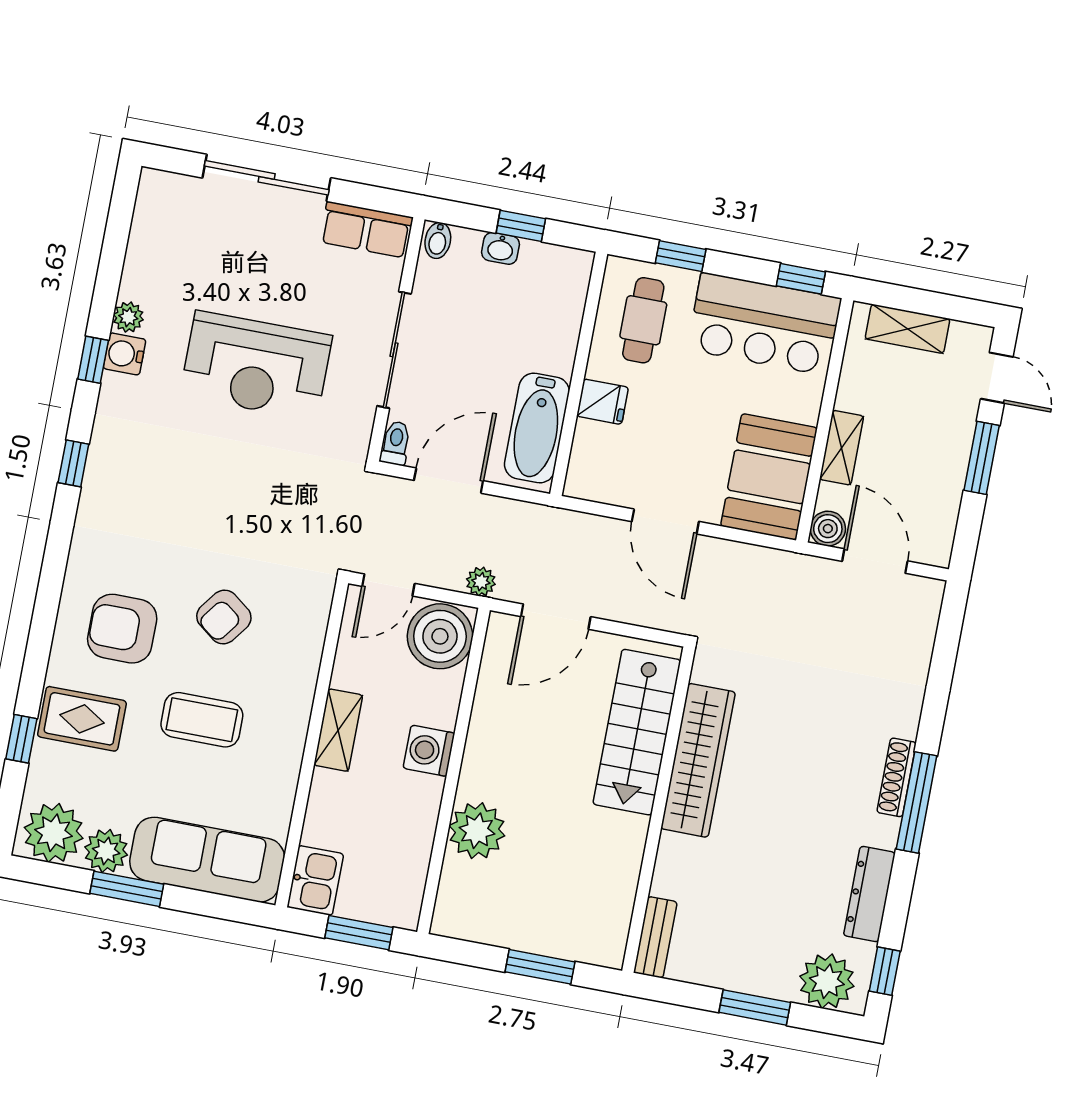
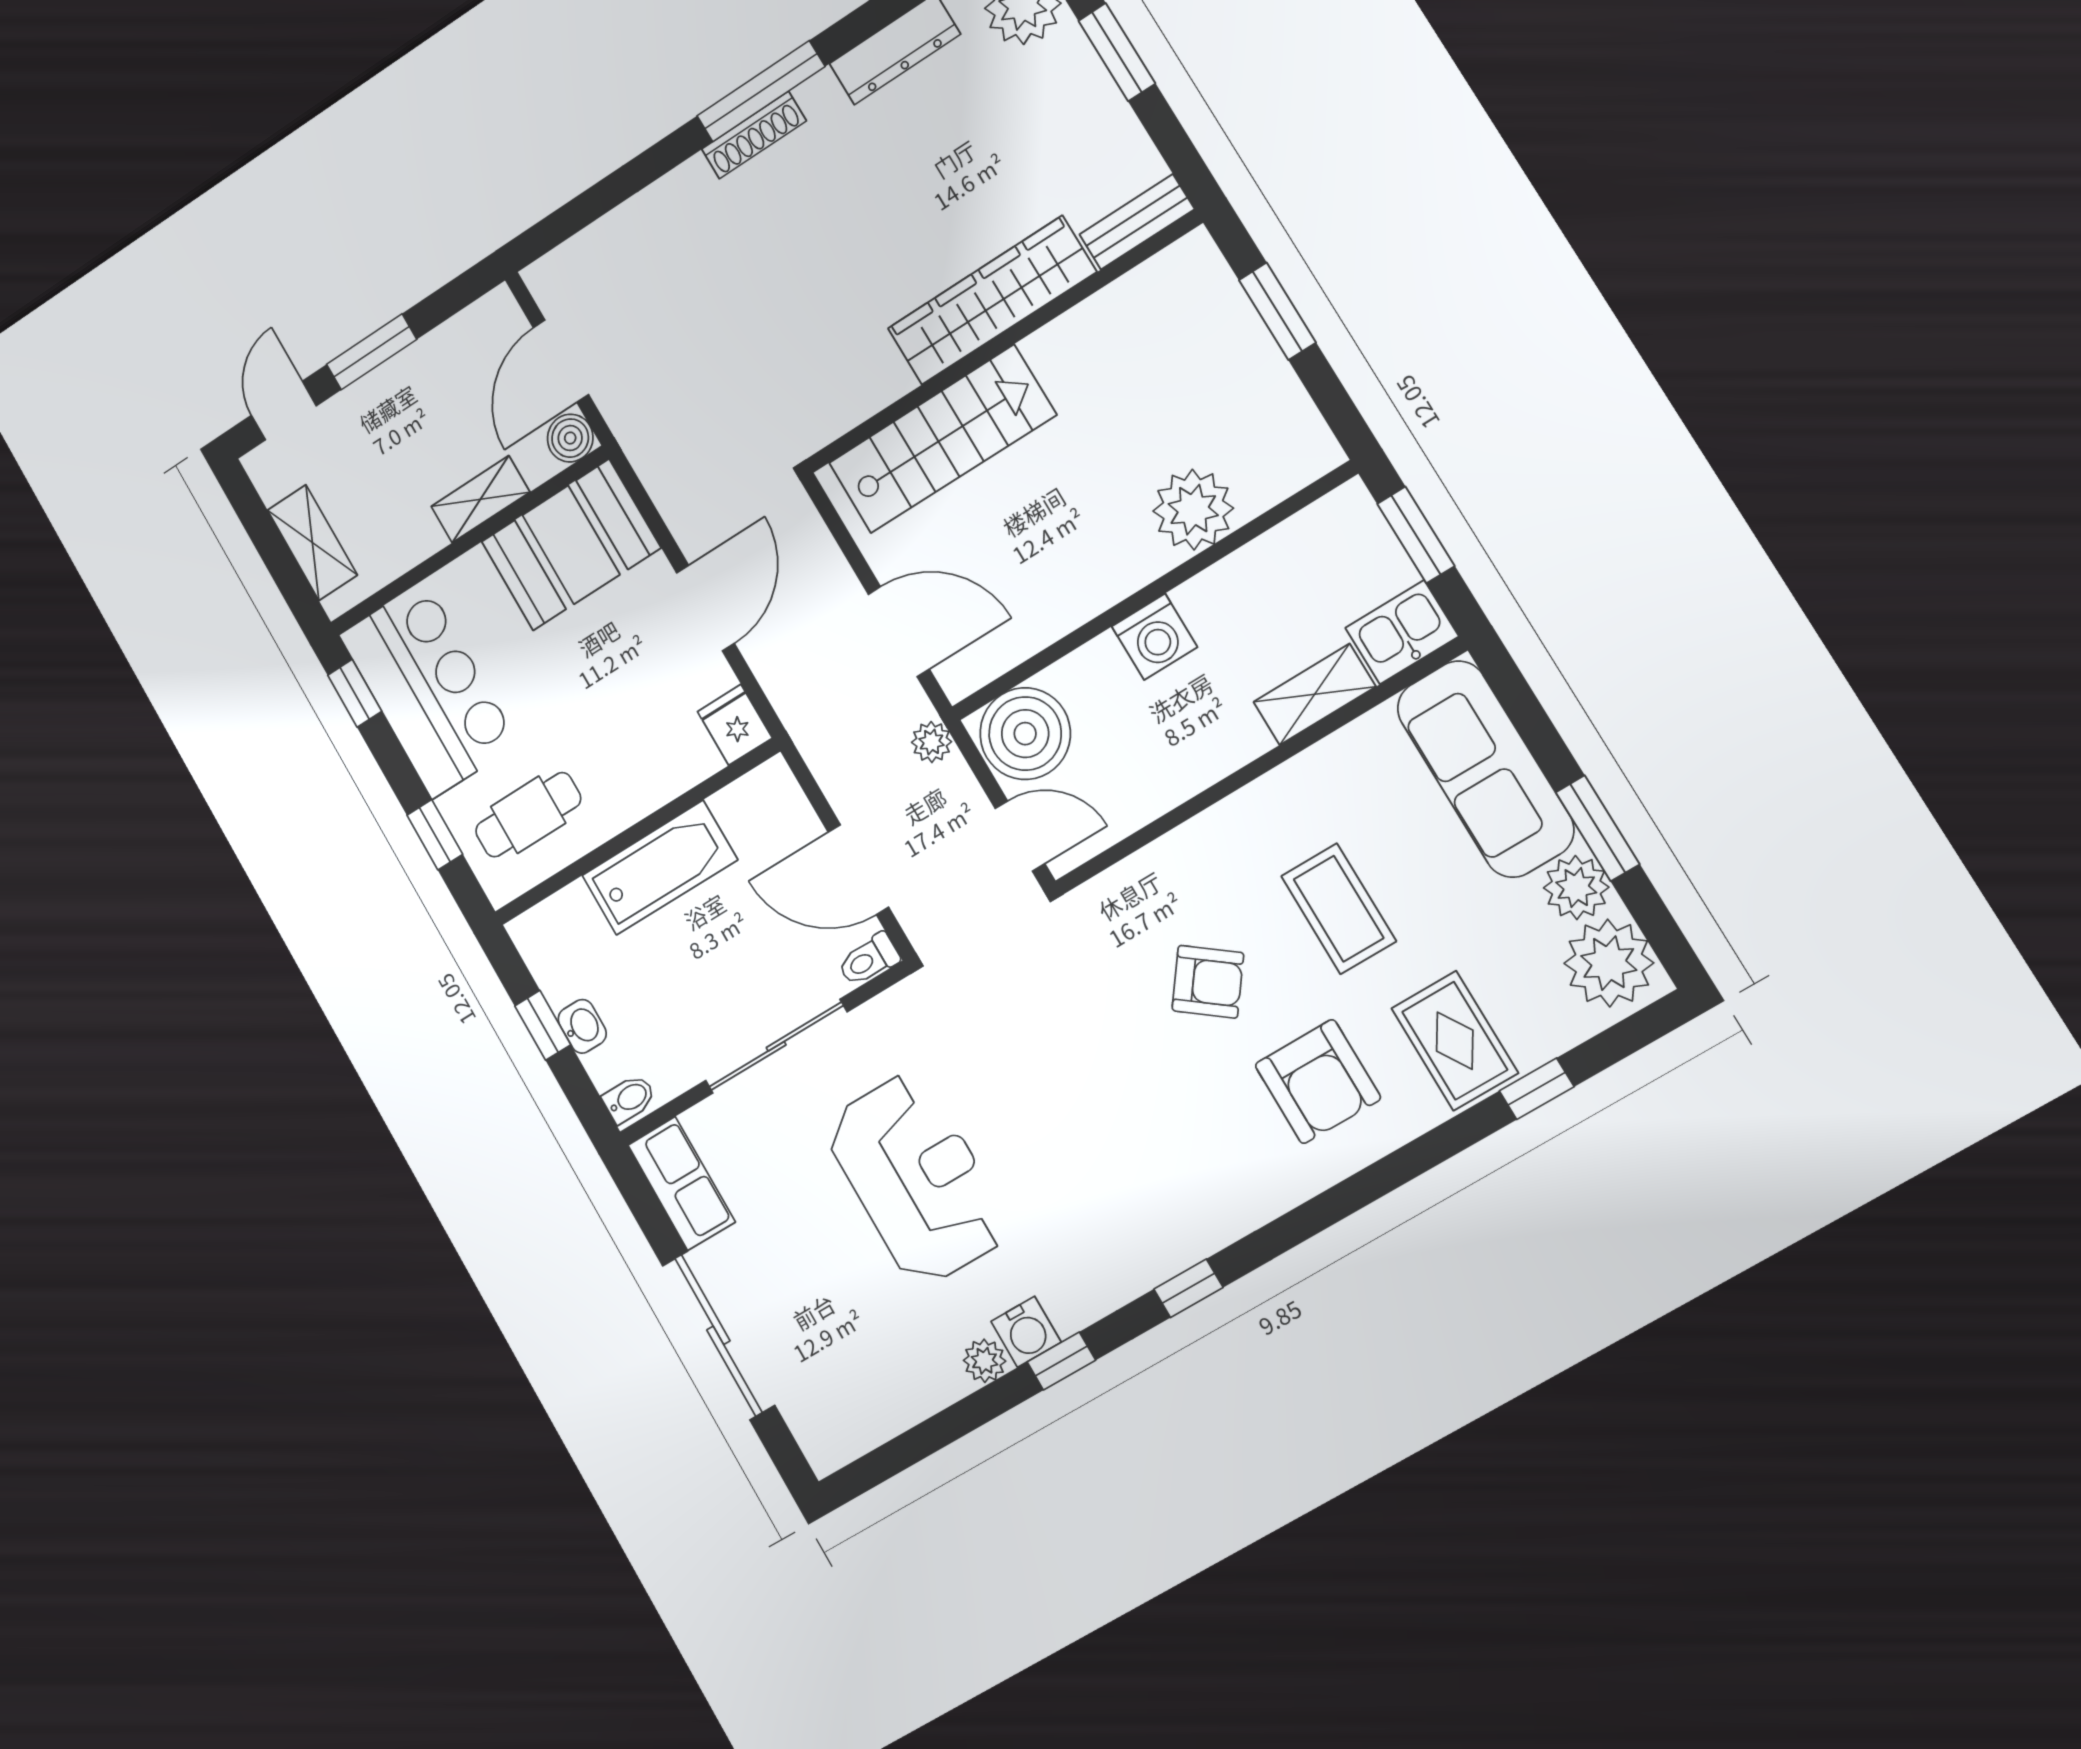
fridge: (602, 402) -> (735, 725), moved
bathtub: (537, 428) -> (660, 868), moved
shelving: (338, 730) -> (1315, 694), moved
wardrobe: (698, 760) -> (992, 300), moved

